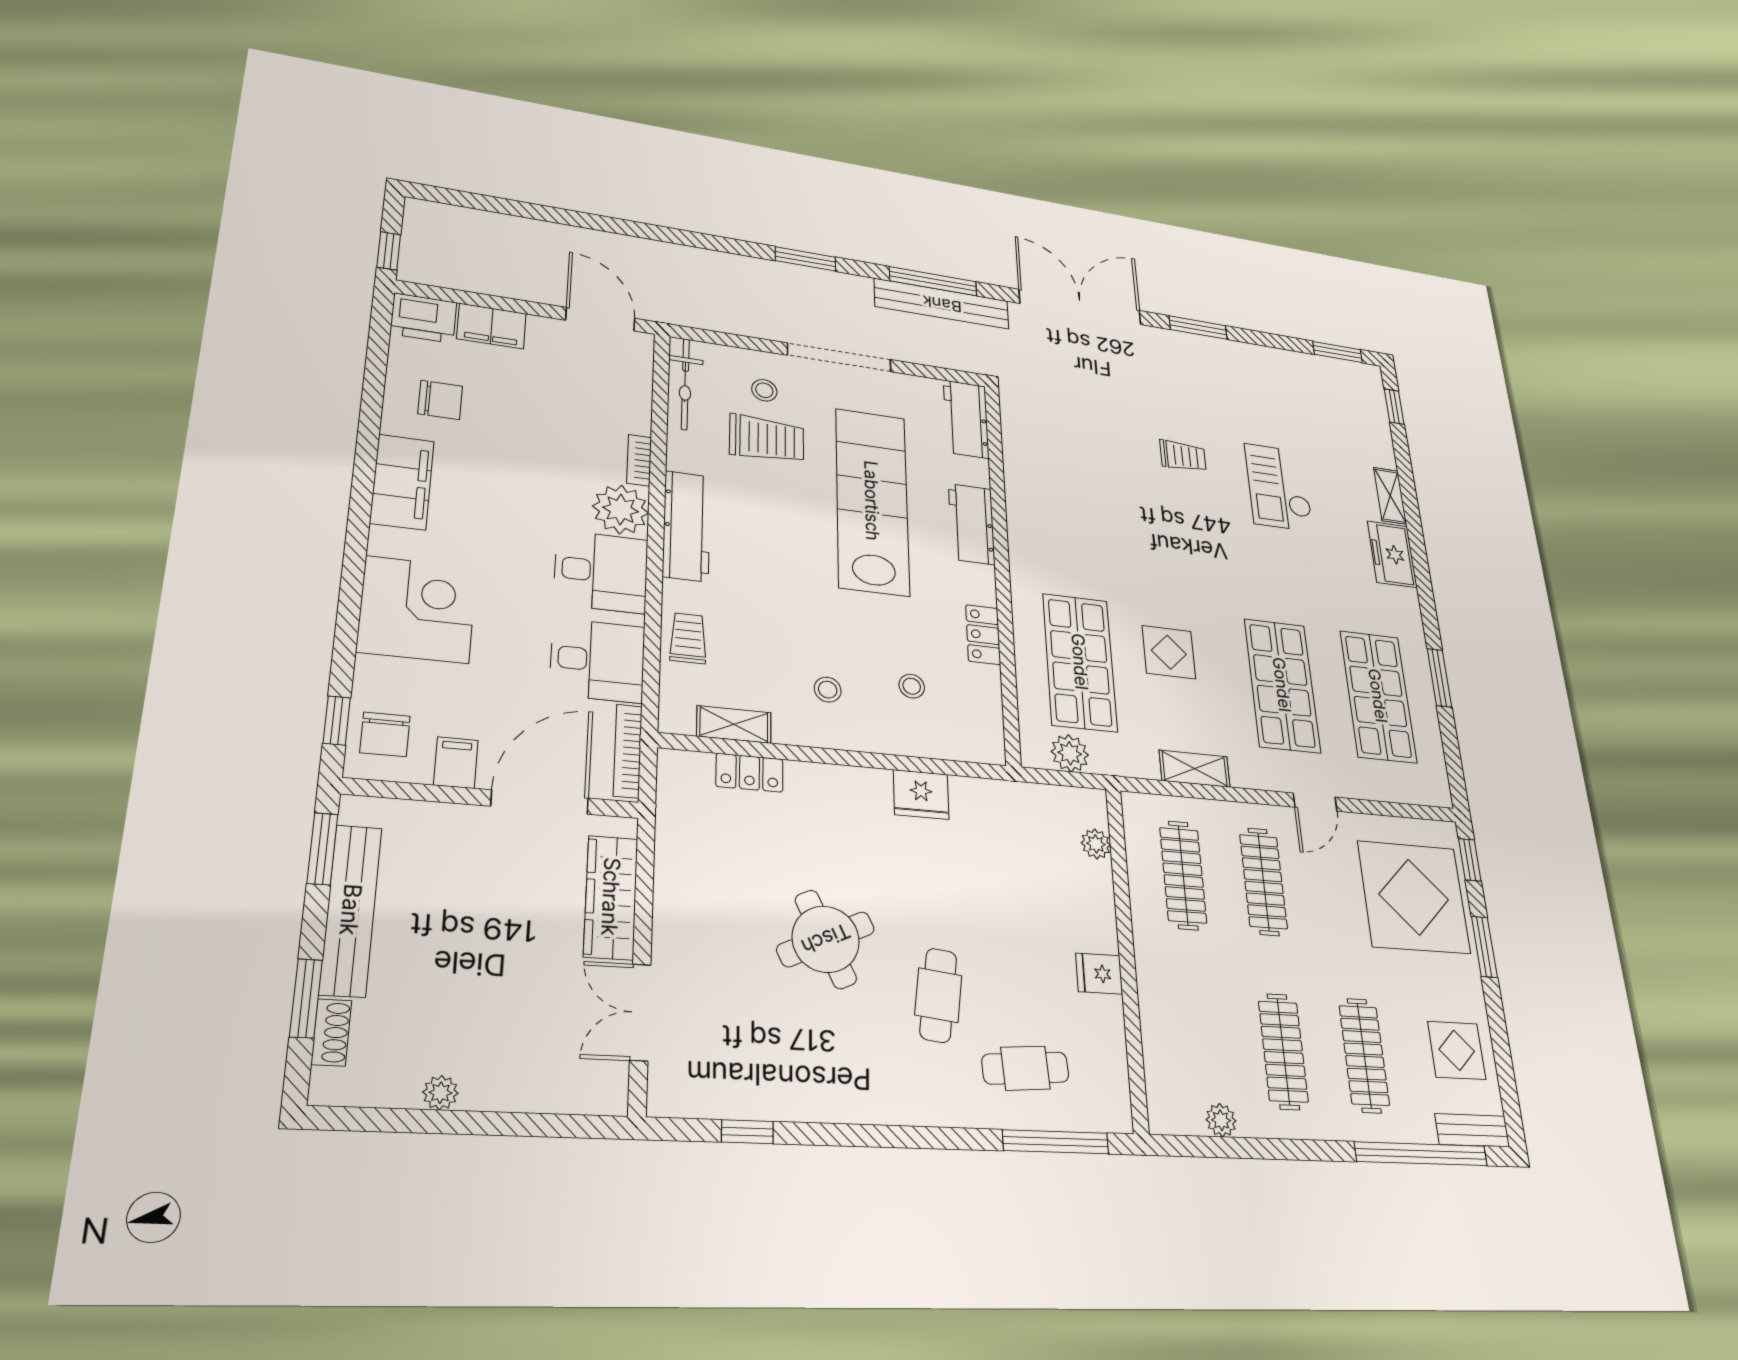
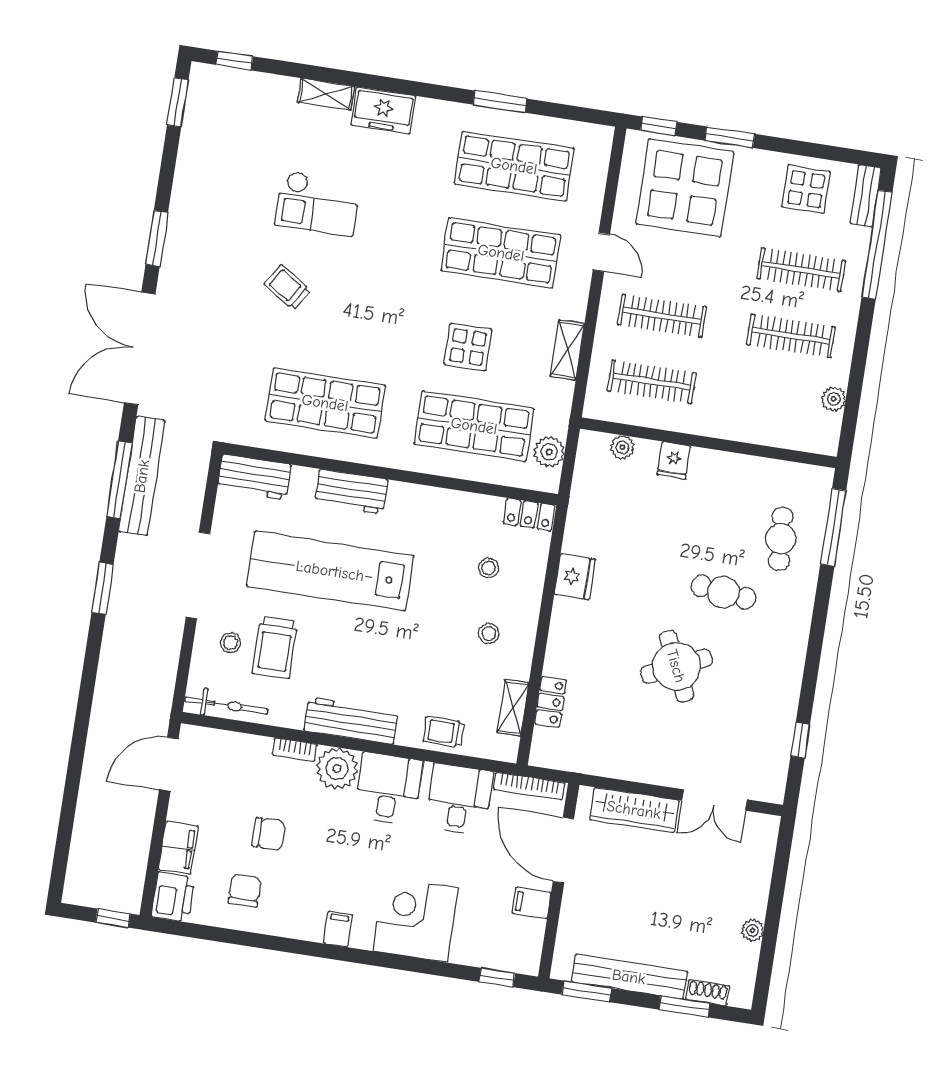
trolley: (767, 439) -> (275, 647), turned 180
trolley: (1183, 456) -> (287, 287), turned -57
filing cabinet: (402, 482) -> (338, 929), width x0.33, depth x0.86
shop shelf: (1067, 495) -> (325, 403), added
locker: (983, 635) -> (529, 514), moved
chair: (385, 734) -> (269, 834), moved
fridge: (1099, 974) -> (674, 461), moved

